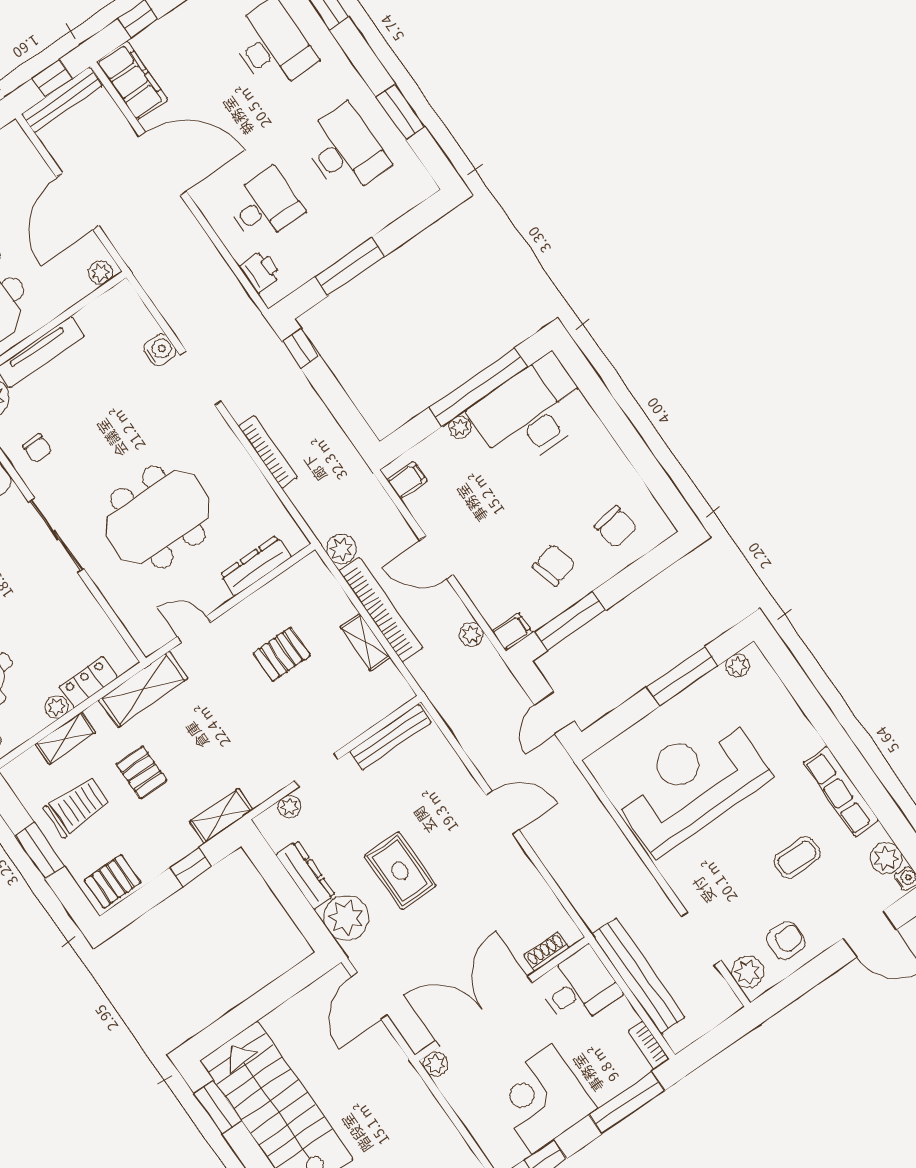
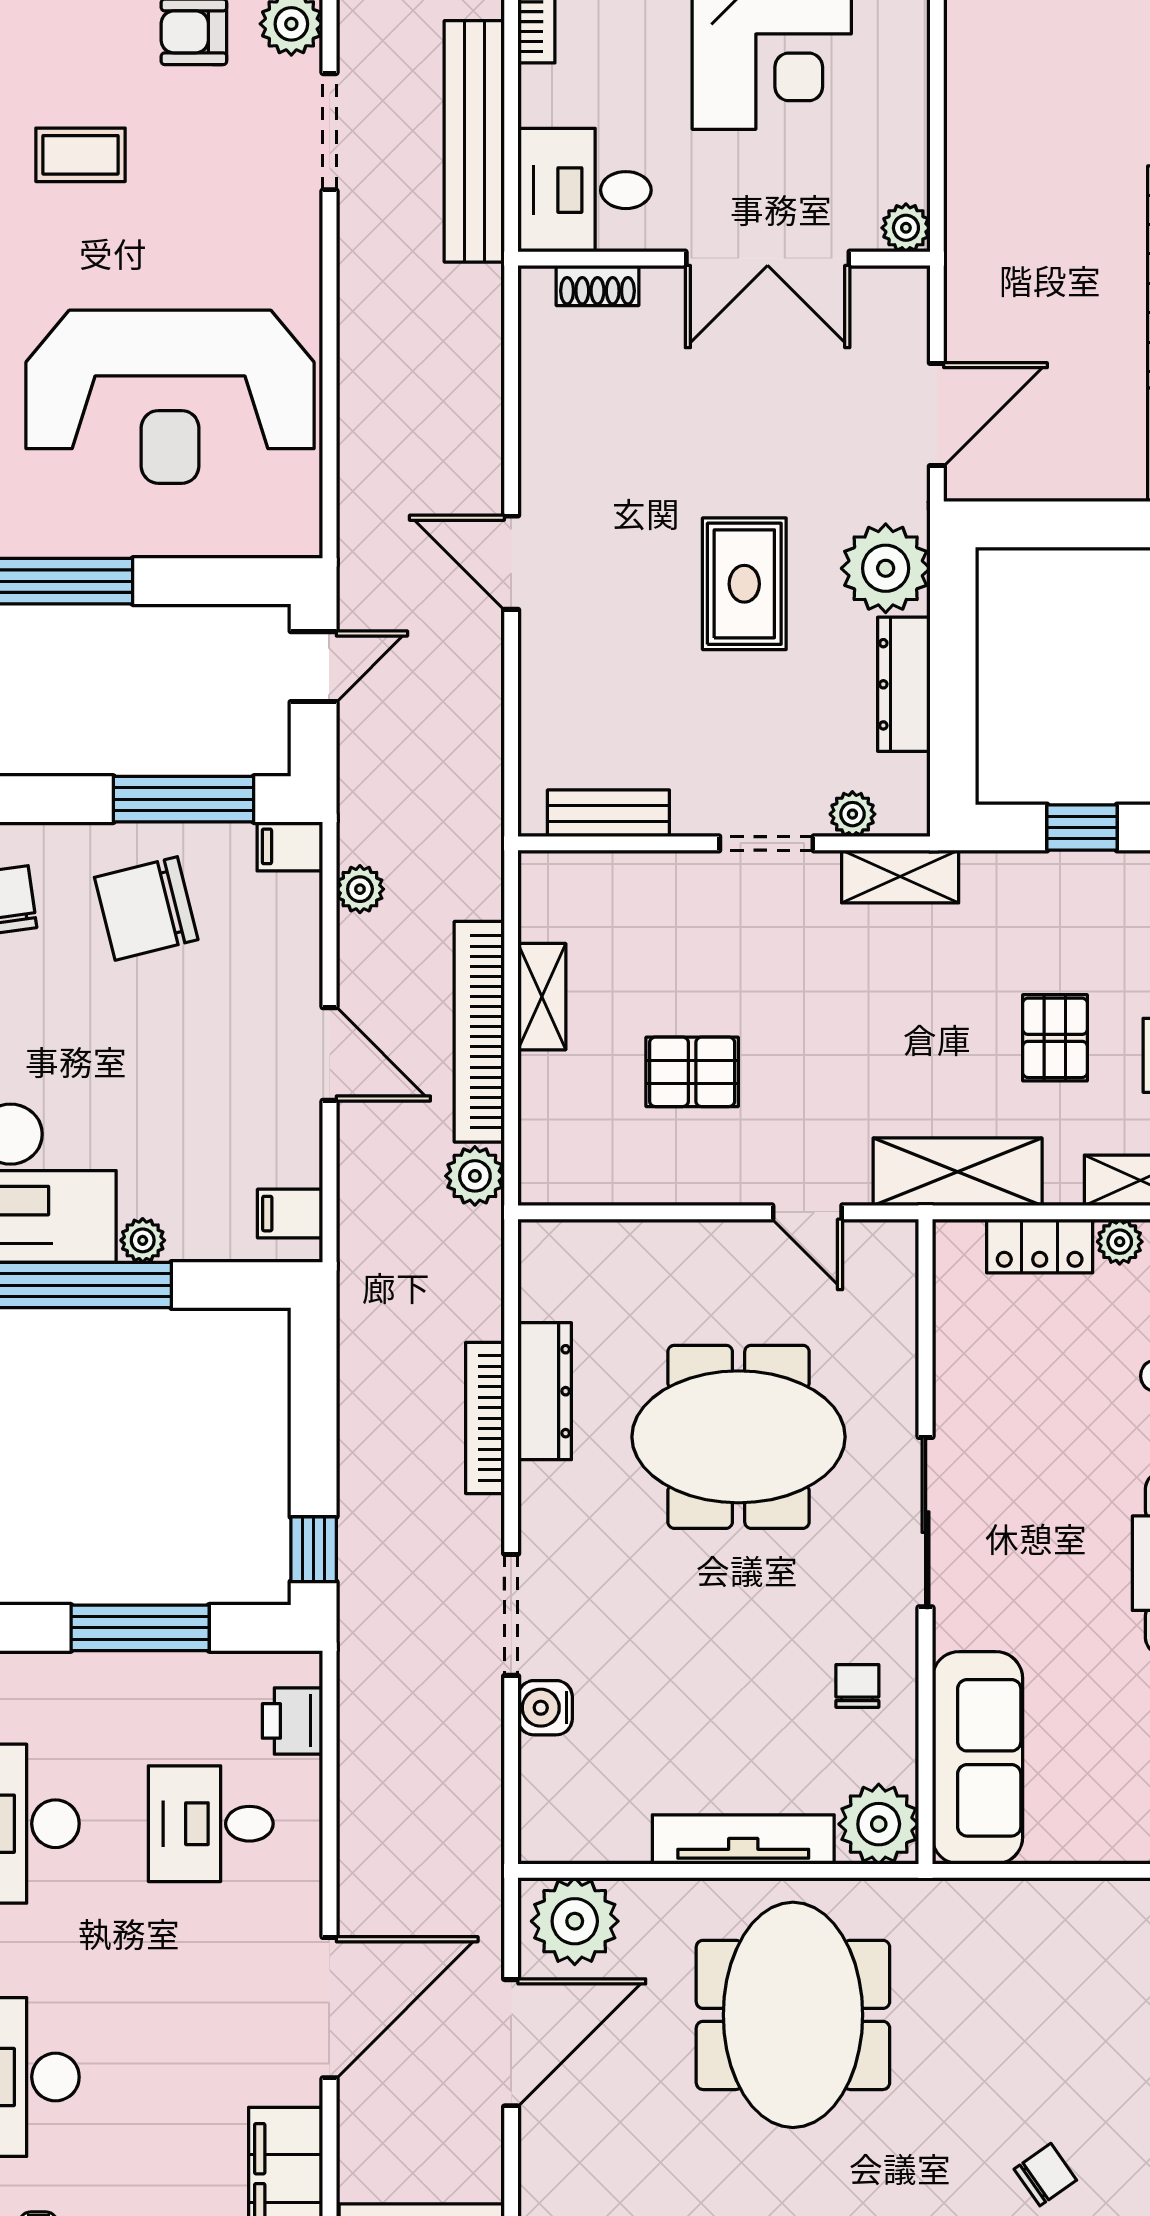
door: (163, 164) -> (329, 2008), swing flipped
plant: (101, 273) -> (575, 1921), width x1.87, depth x1.87
chair: (554, 565) -> (146, 908), width x1.37, depth x1.37
dresser: (256, 566) -> (545, 1391), moved, turned -90
bench: (390, 737) -> (608, 813), width x0.73
shelving: (221, 816) -> (900, 877), moved
double door: (484, 1012) -> (768, 259), width x0.73

